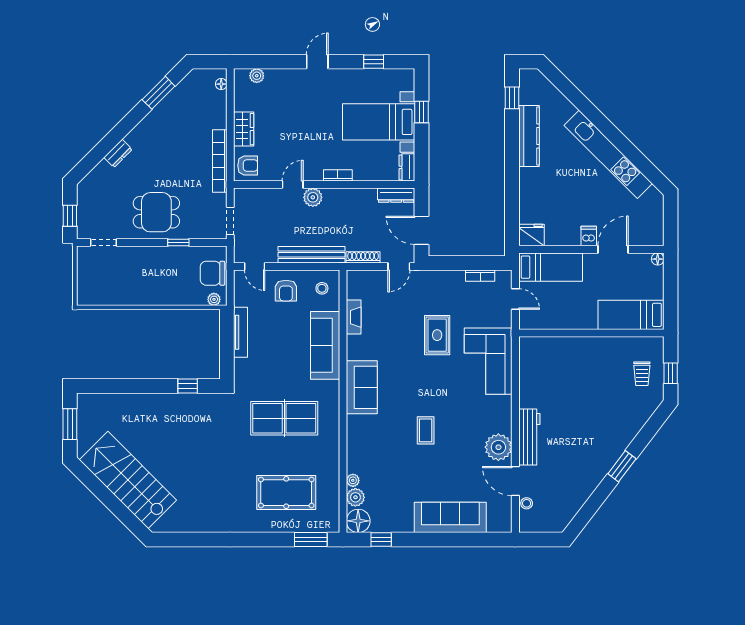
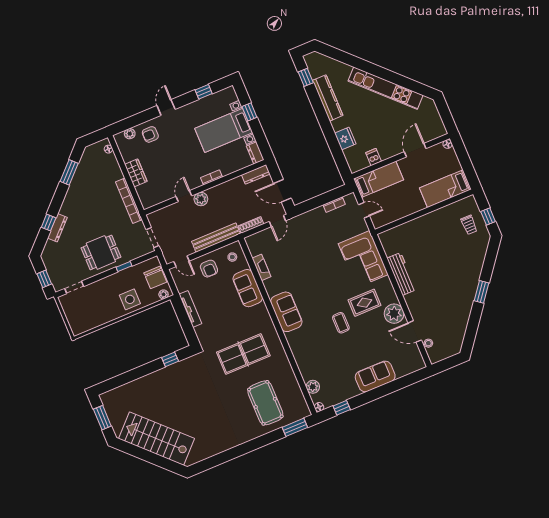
window: (105, 146) -> (49, 223), added
dresser: (118, 153) -> (57, 228), width x1.44
armchair: (248, 166) -> (150, 134), moved, turned 180
fridge: (531, 235) -> (345, 139), moved, turned 90
dishwasher: (589, 236) -> (374, 157), moved
chair: (213, 273) -> (155, 277), turned -90
side table: (168, 288) -> (130, 299), added
rug: (437, 335) -> (365, 303), moved, turned 90
sofa: (325, 345) -> (248, 288), width x0.73
workbench: (529, 437) -> (402, 274), moved
plant: (353, 480) -> (306, 376), removed
pool table: (286, 493) -> (265, 403), turned 90
sofa: (450, 517) -> (375, 376), width x0.73
floor lamp: (358, 521) -> (319, 407), width x0.53, depth x0.53

